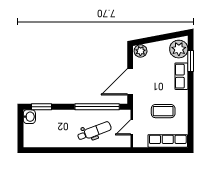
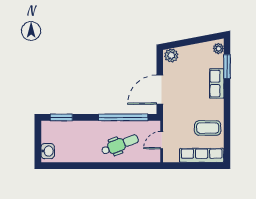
plant: (179, 49) -> (218, 49), width x0.53, depth x0.53
coffee table: (163, 111) -> (208, 128), moved
washbasin: (29, 117) -> (48, 151), moved

